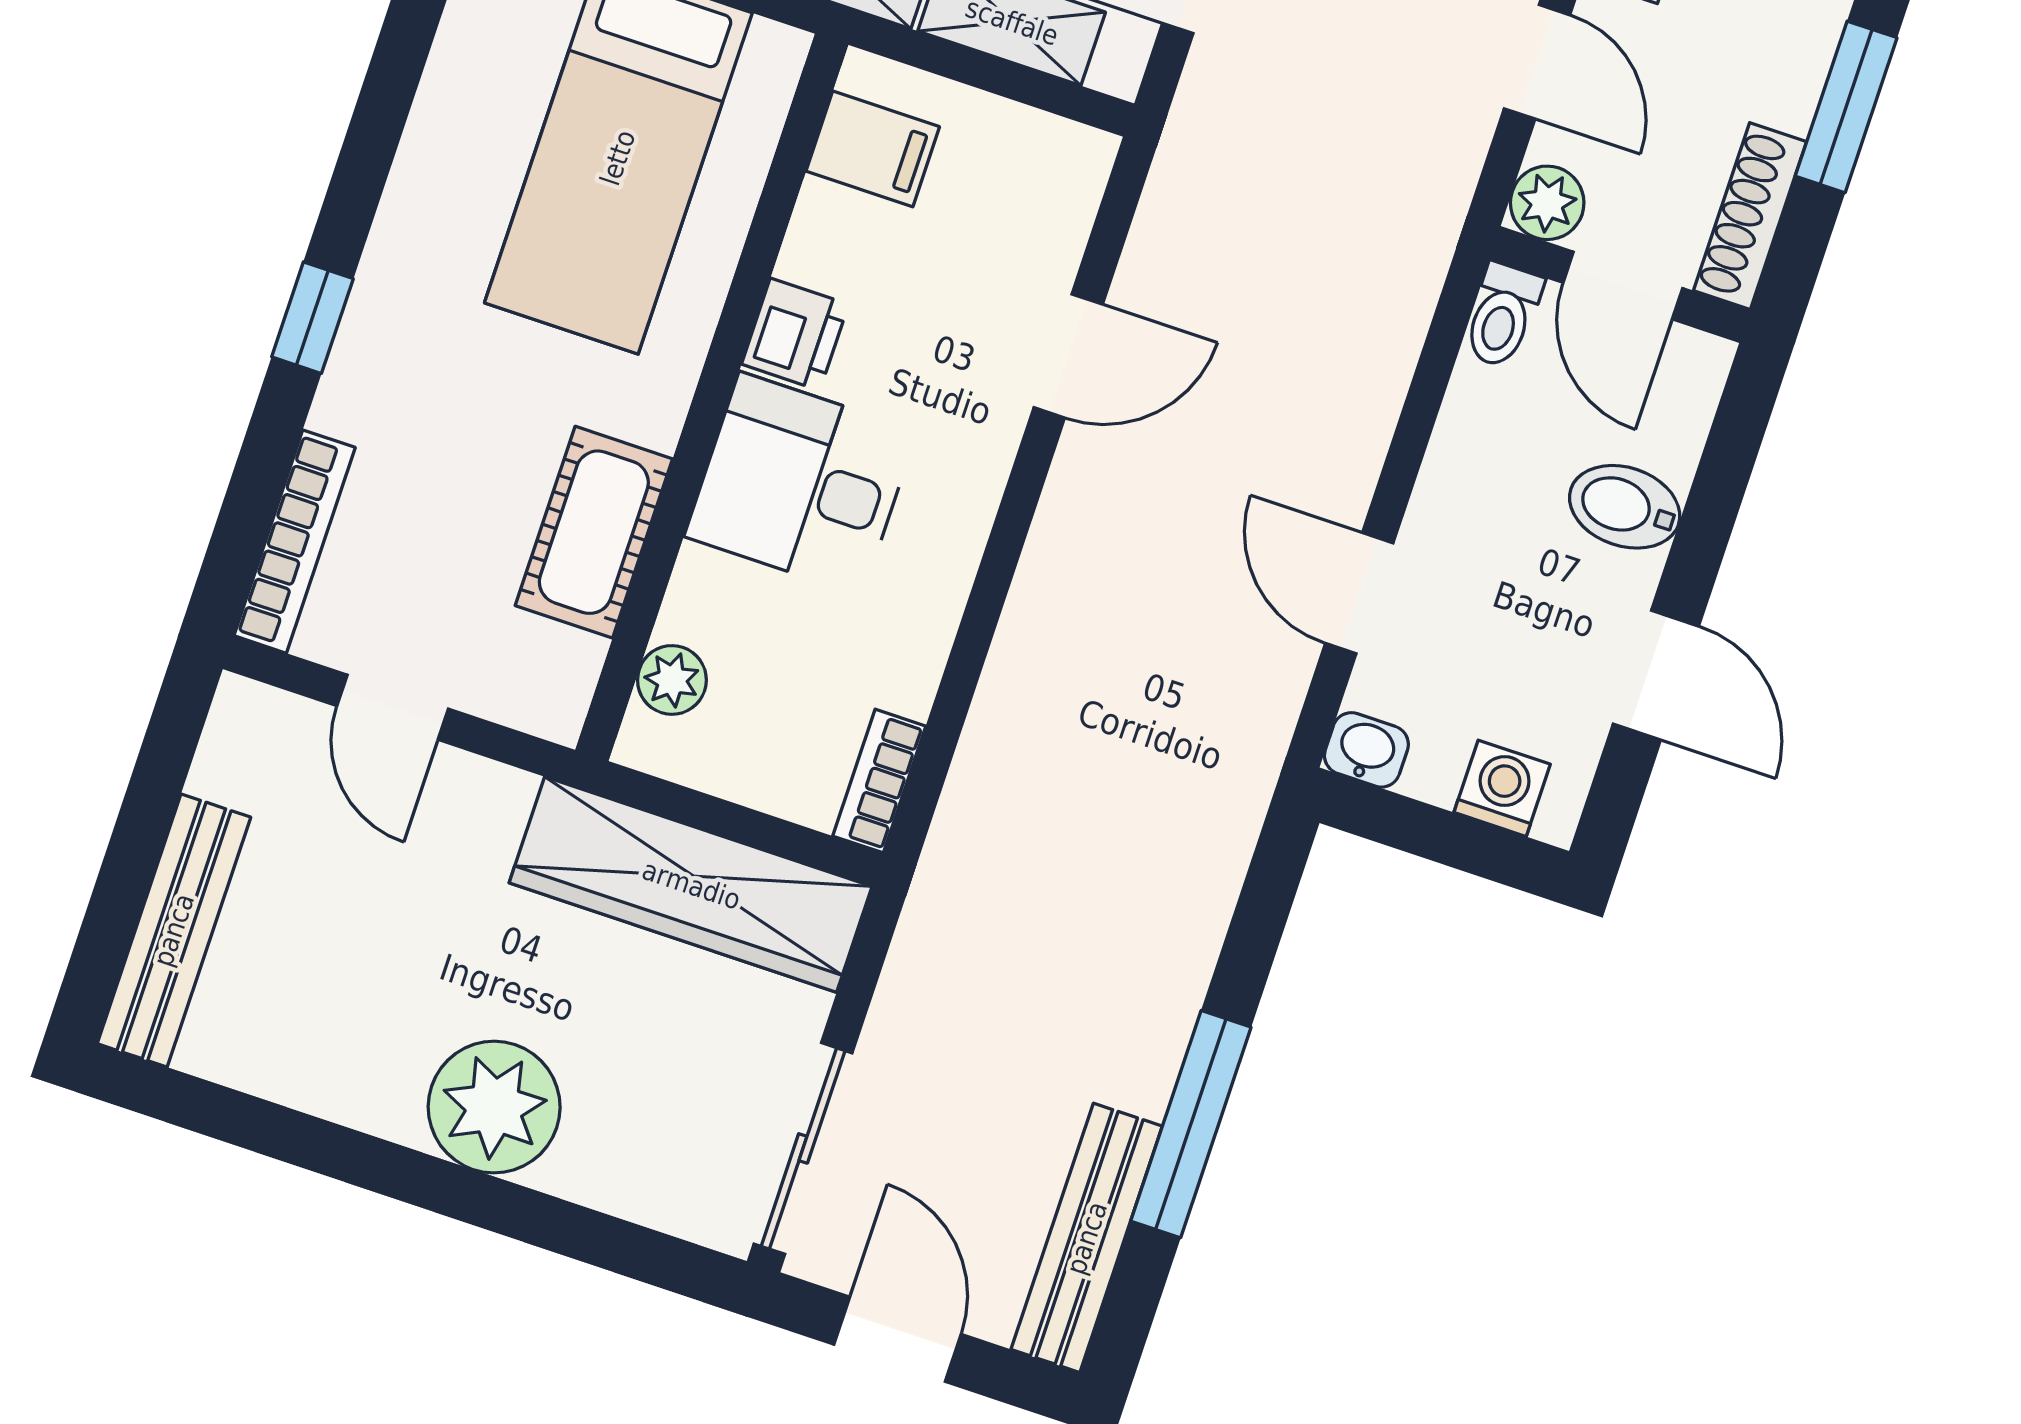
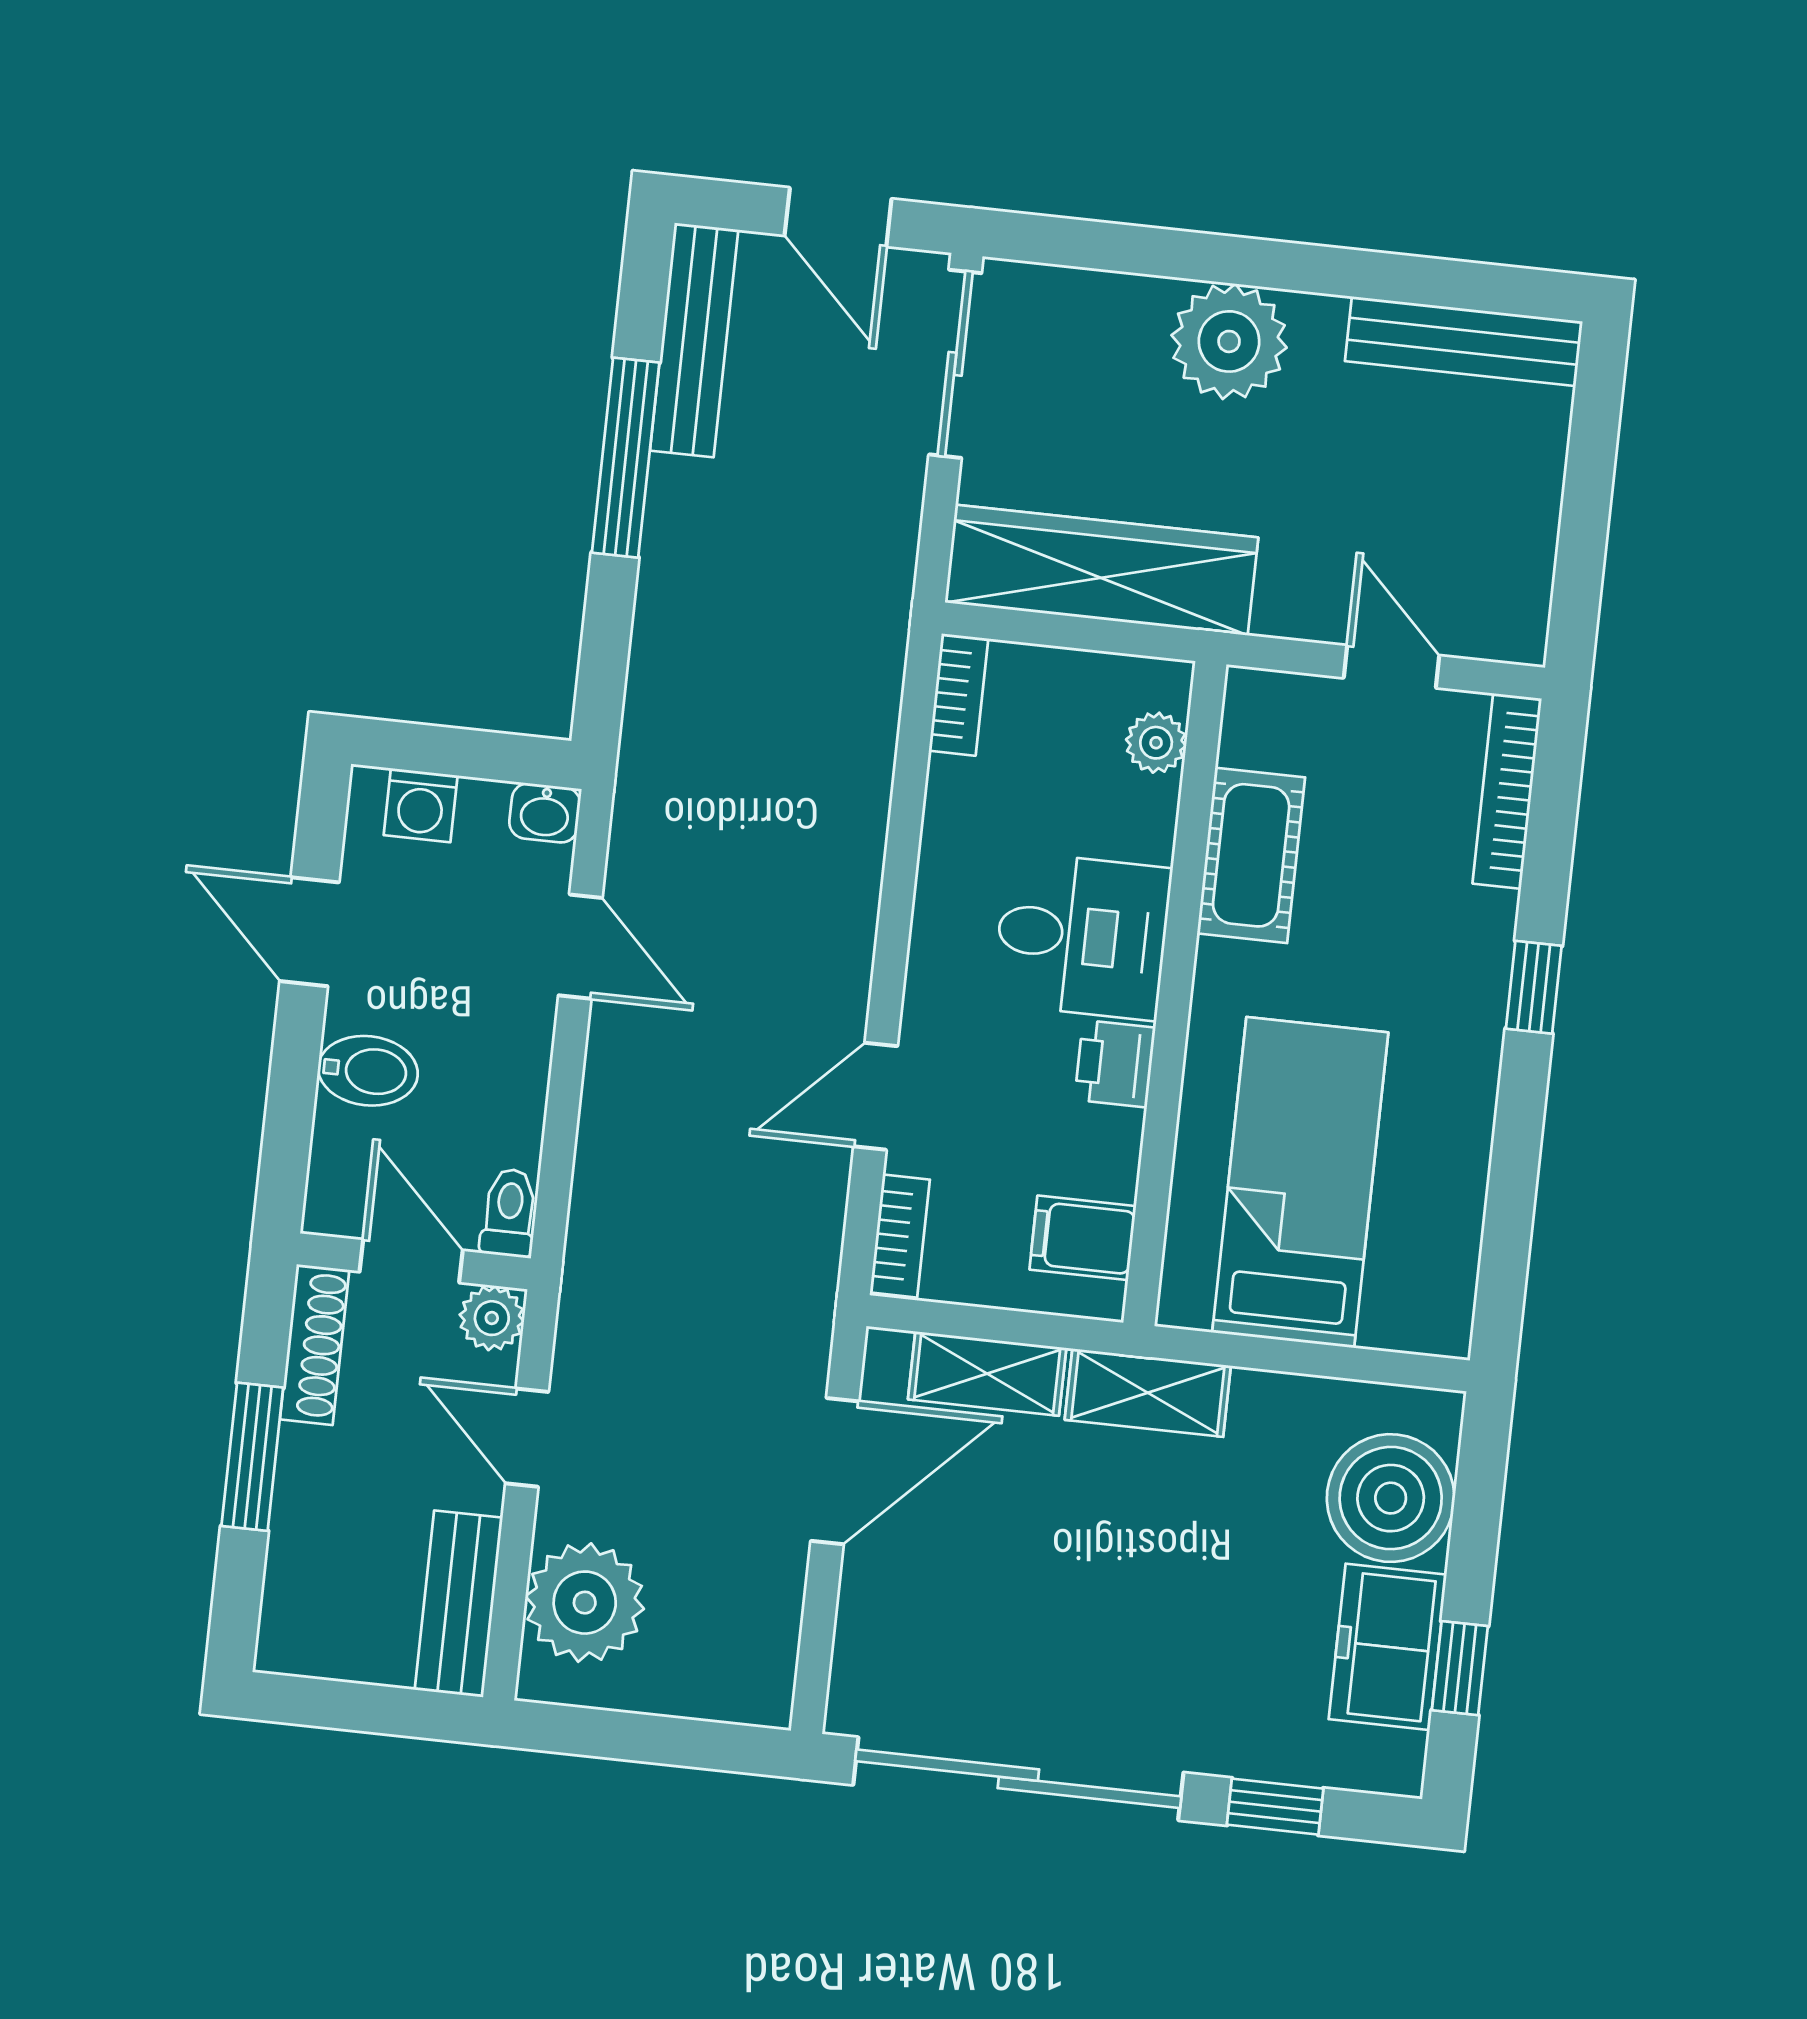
bookcase: (1075, 195) -> (900, 1236), added
bench: (174, 930) -> (1464, 341), moved, turned 90

